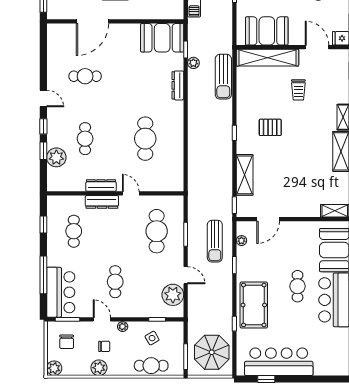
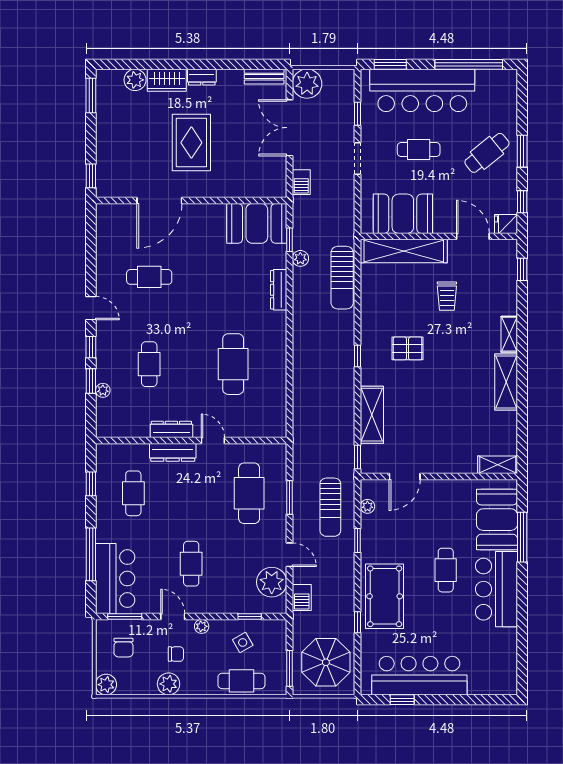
plant: (56, 157) -> (103, 390), width x0.53, depth x0.53
barbecue: (194, 306) -> (302, 597), added

